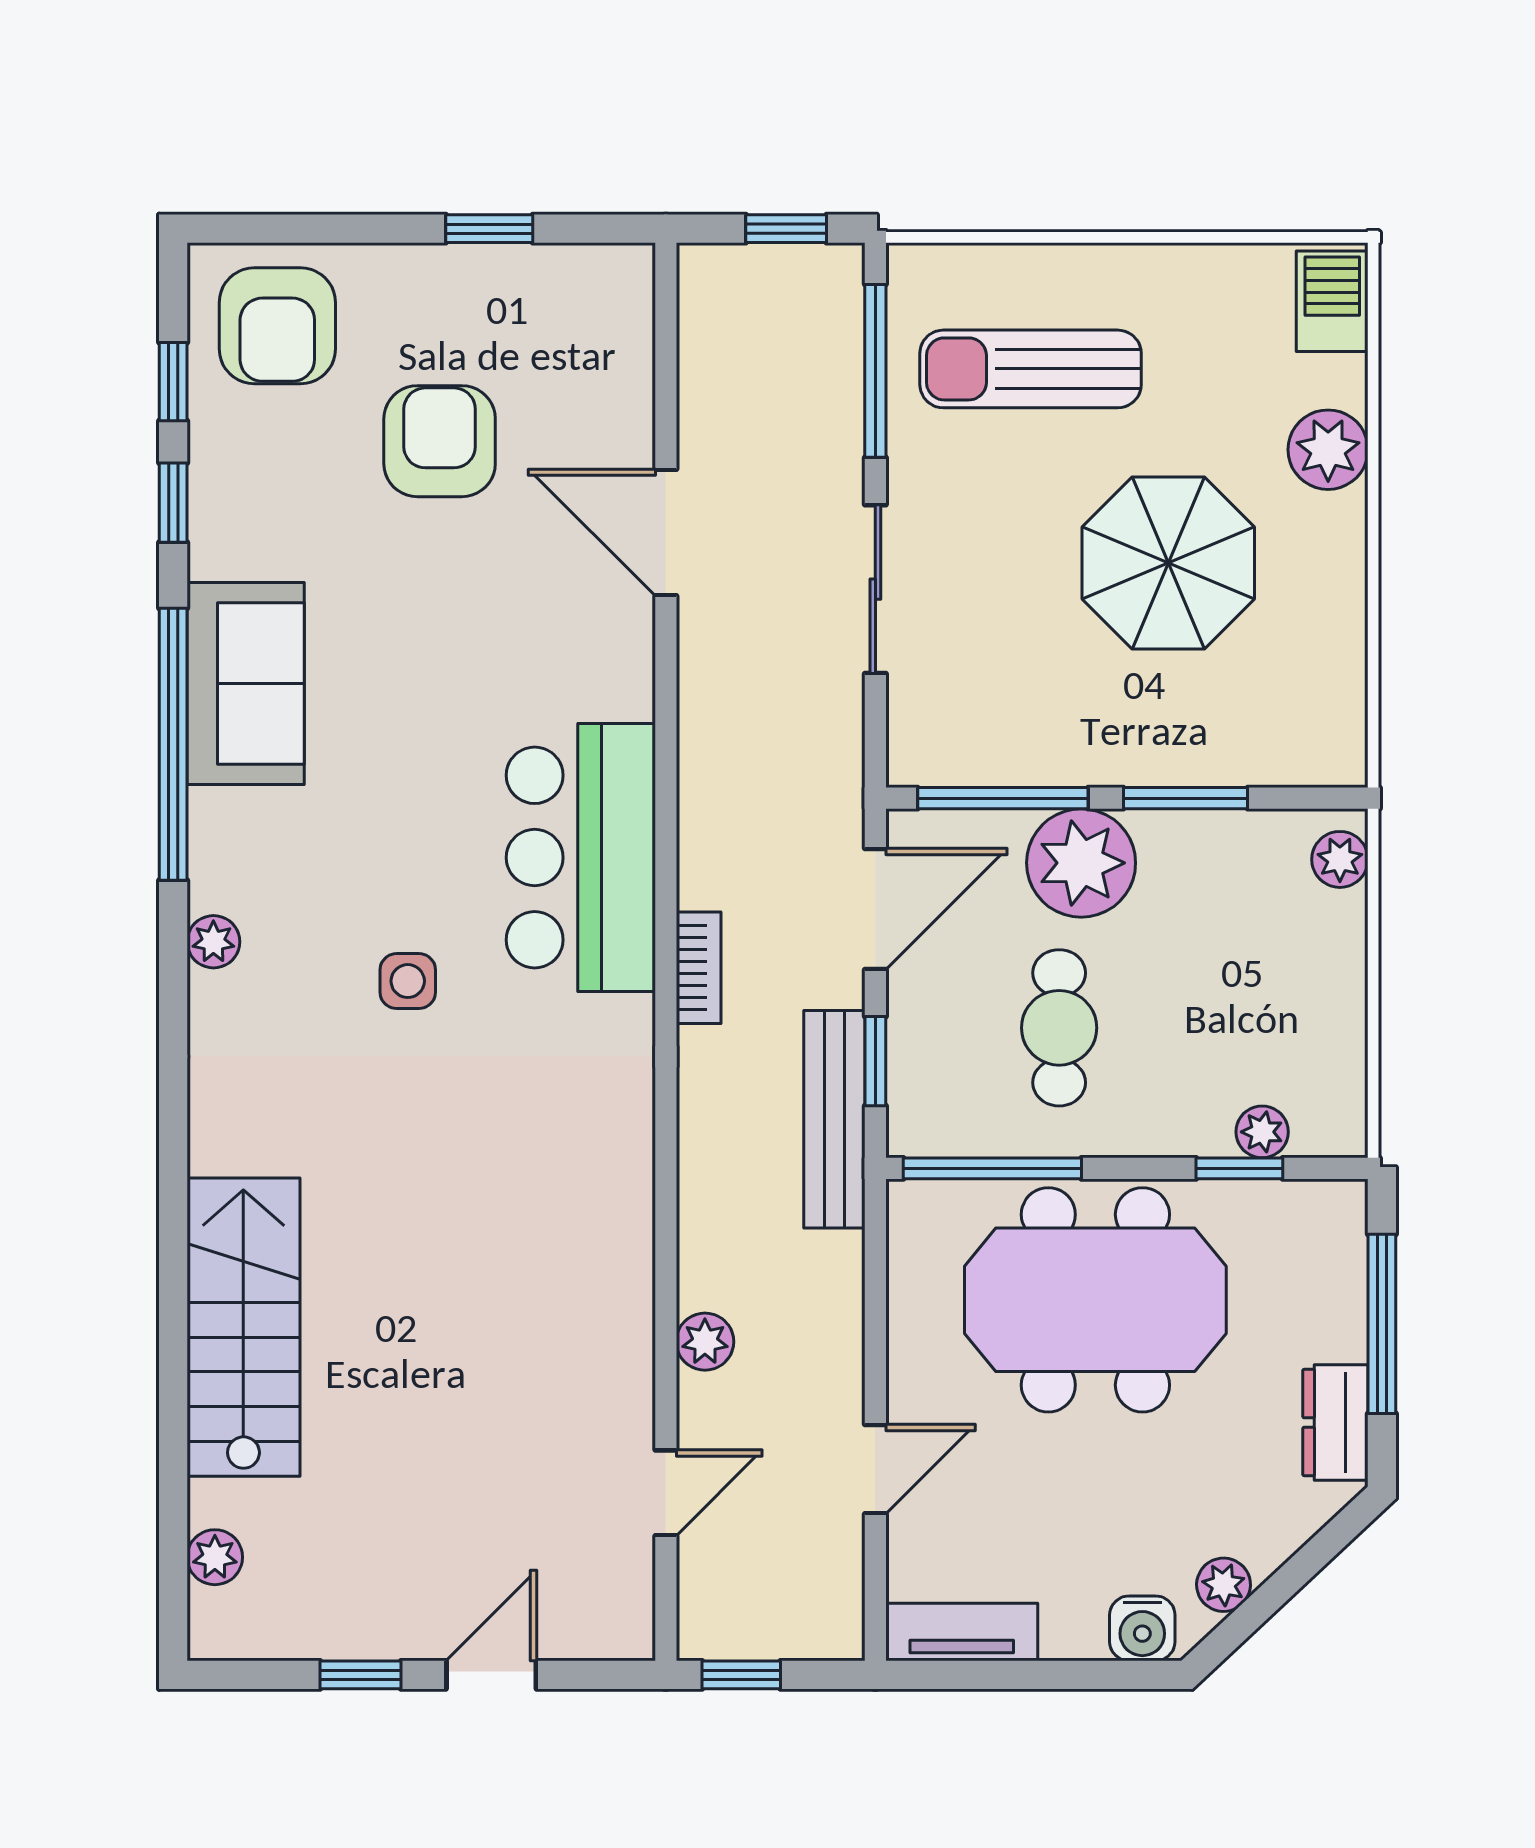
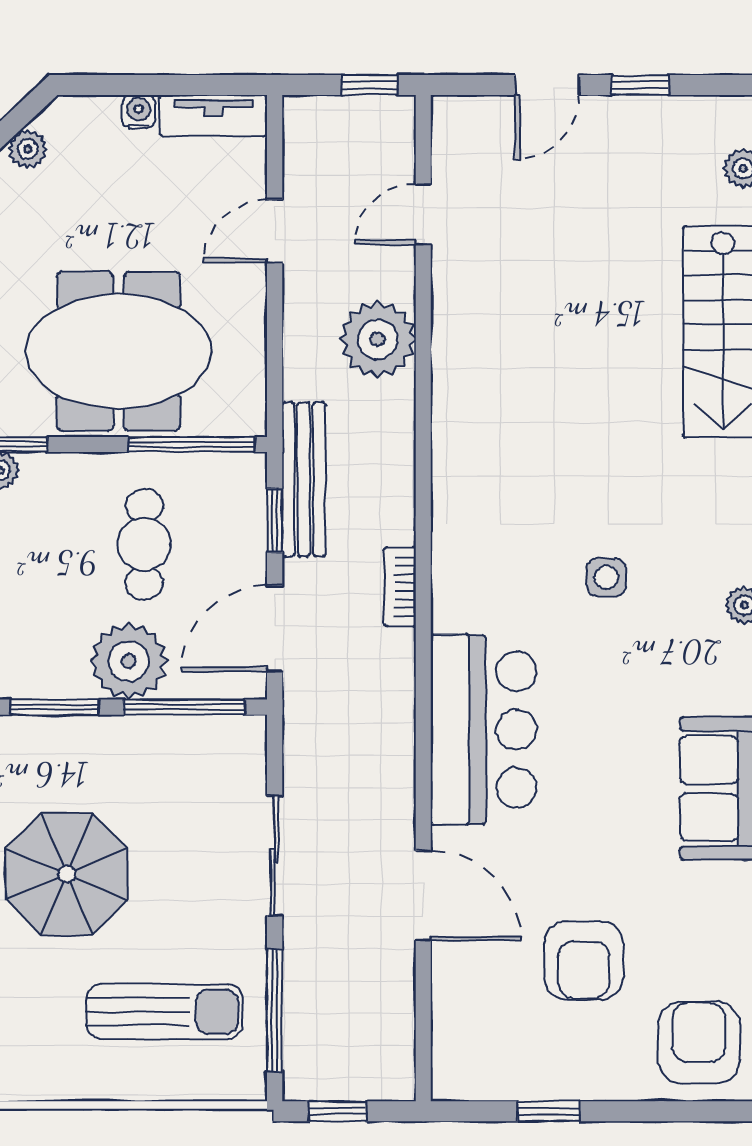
bar counter: (581, 858) -> (484, 730), moved
plant: (705, 1342) -> (378, 339), width x1.87, depth x1.87
water cooler: (1142, 1628) -> (139, 112), moved, width x0.72, depth x0.72

